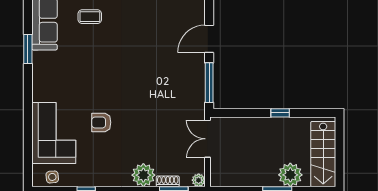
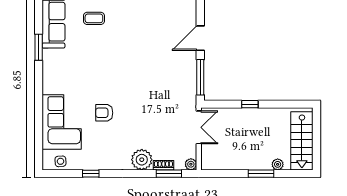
window: (280, 113) -> (250, 104), moved
double door: (208, 139) -> (199, 127), swing flipped
plant: (290, 175) -> (278, 164), width x0.53, depth x0.53

